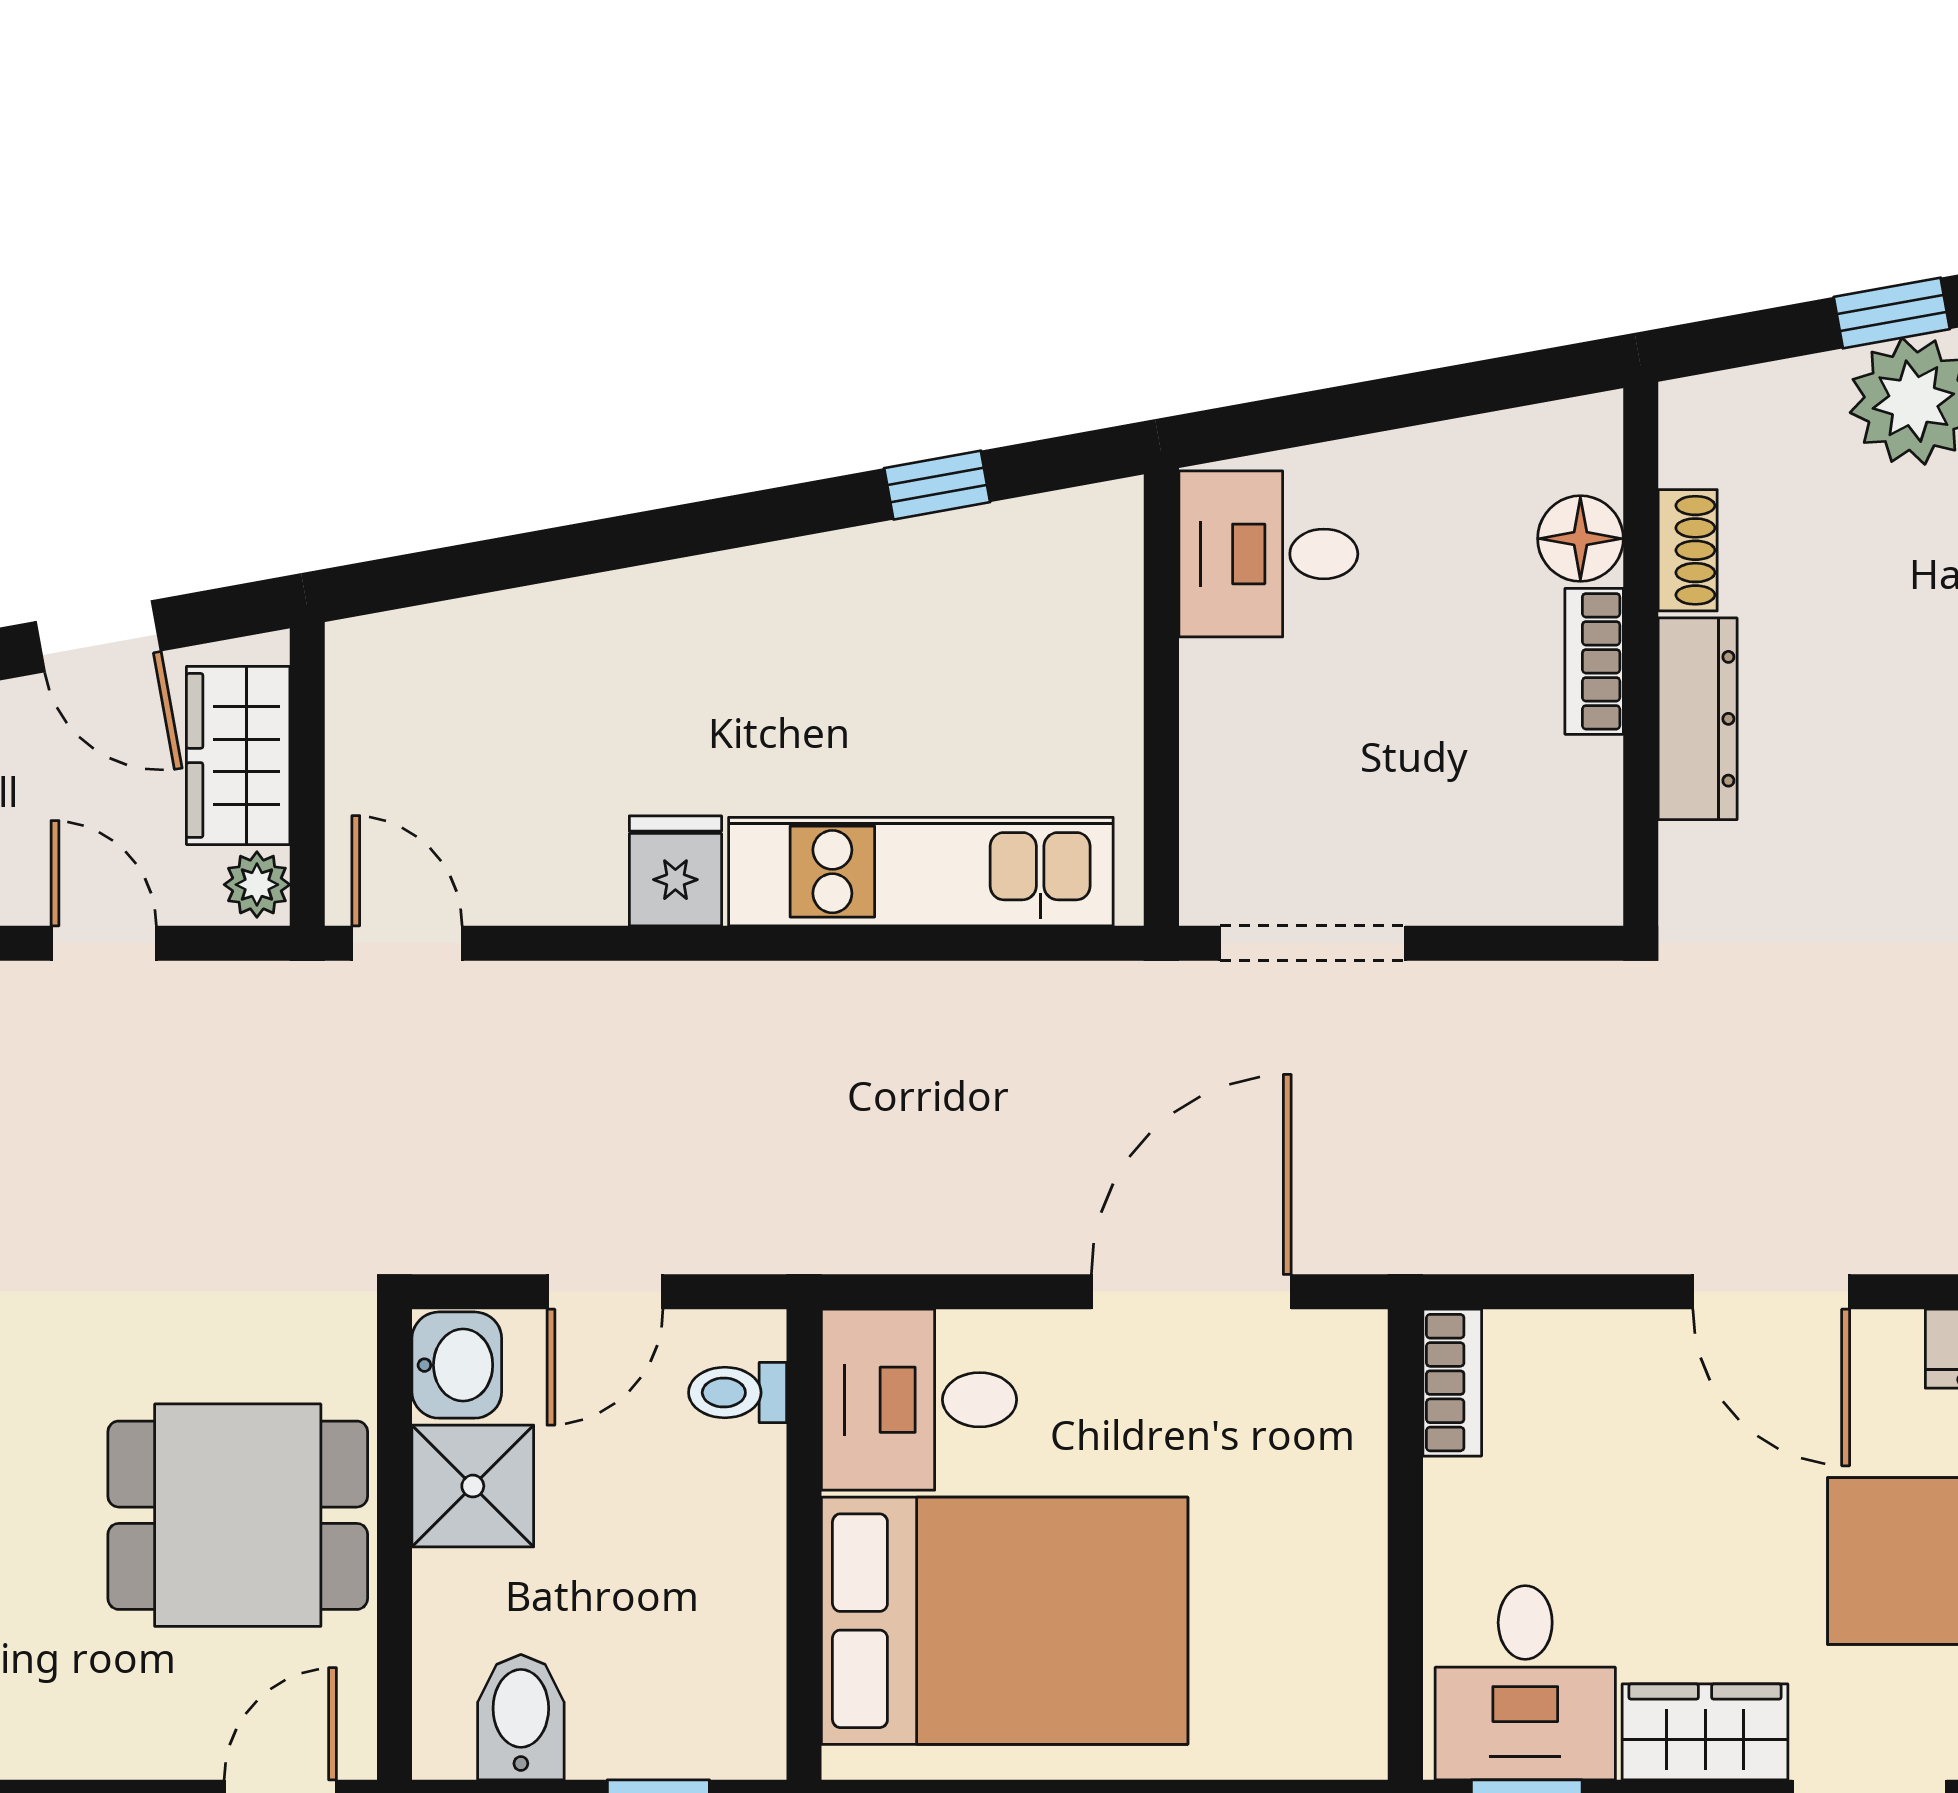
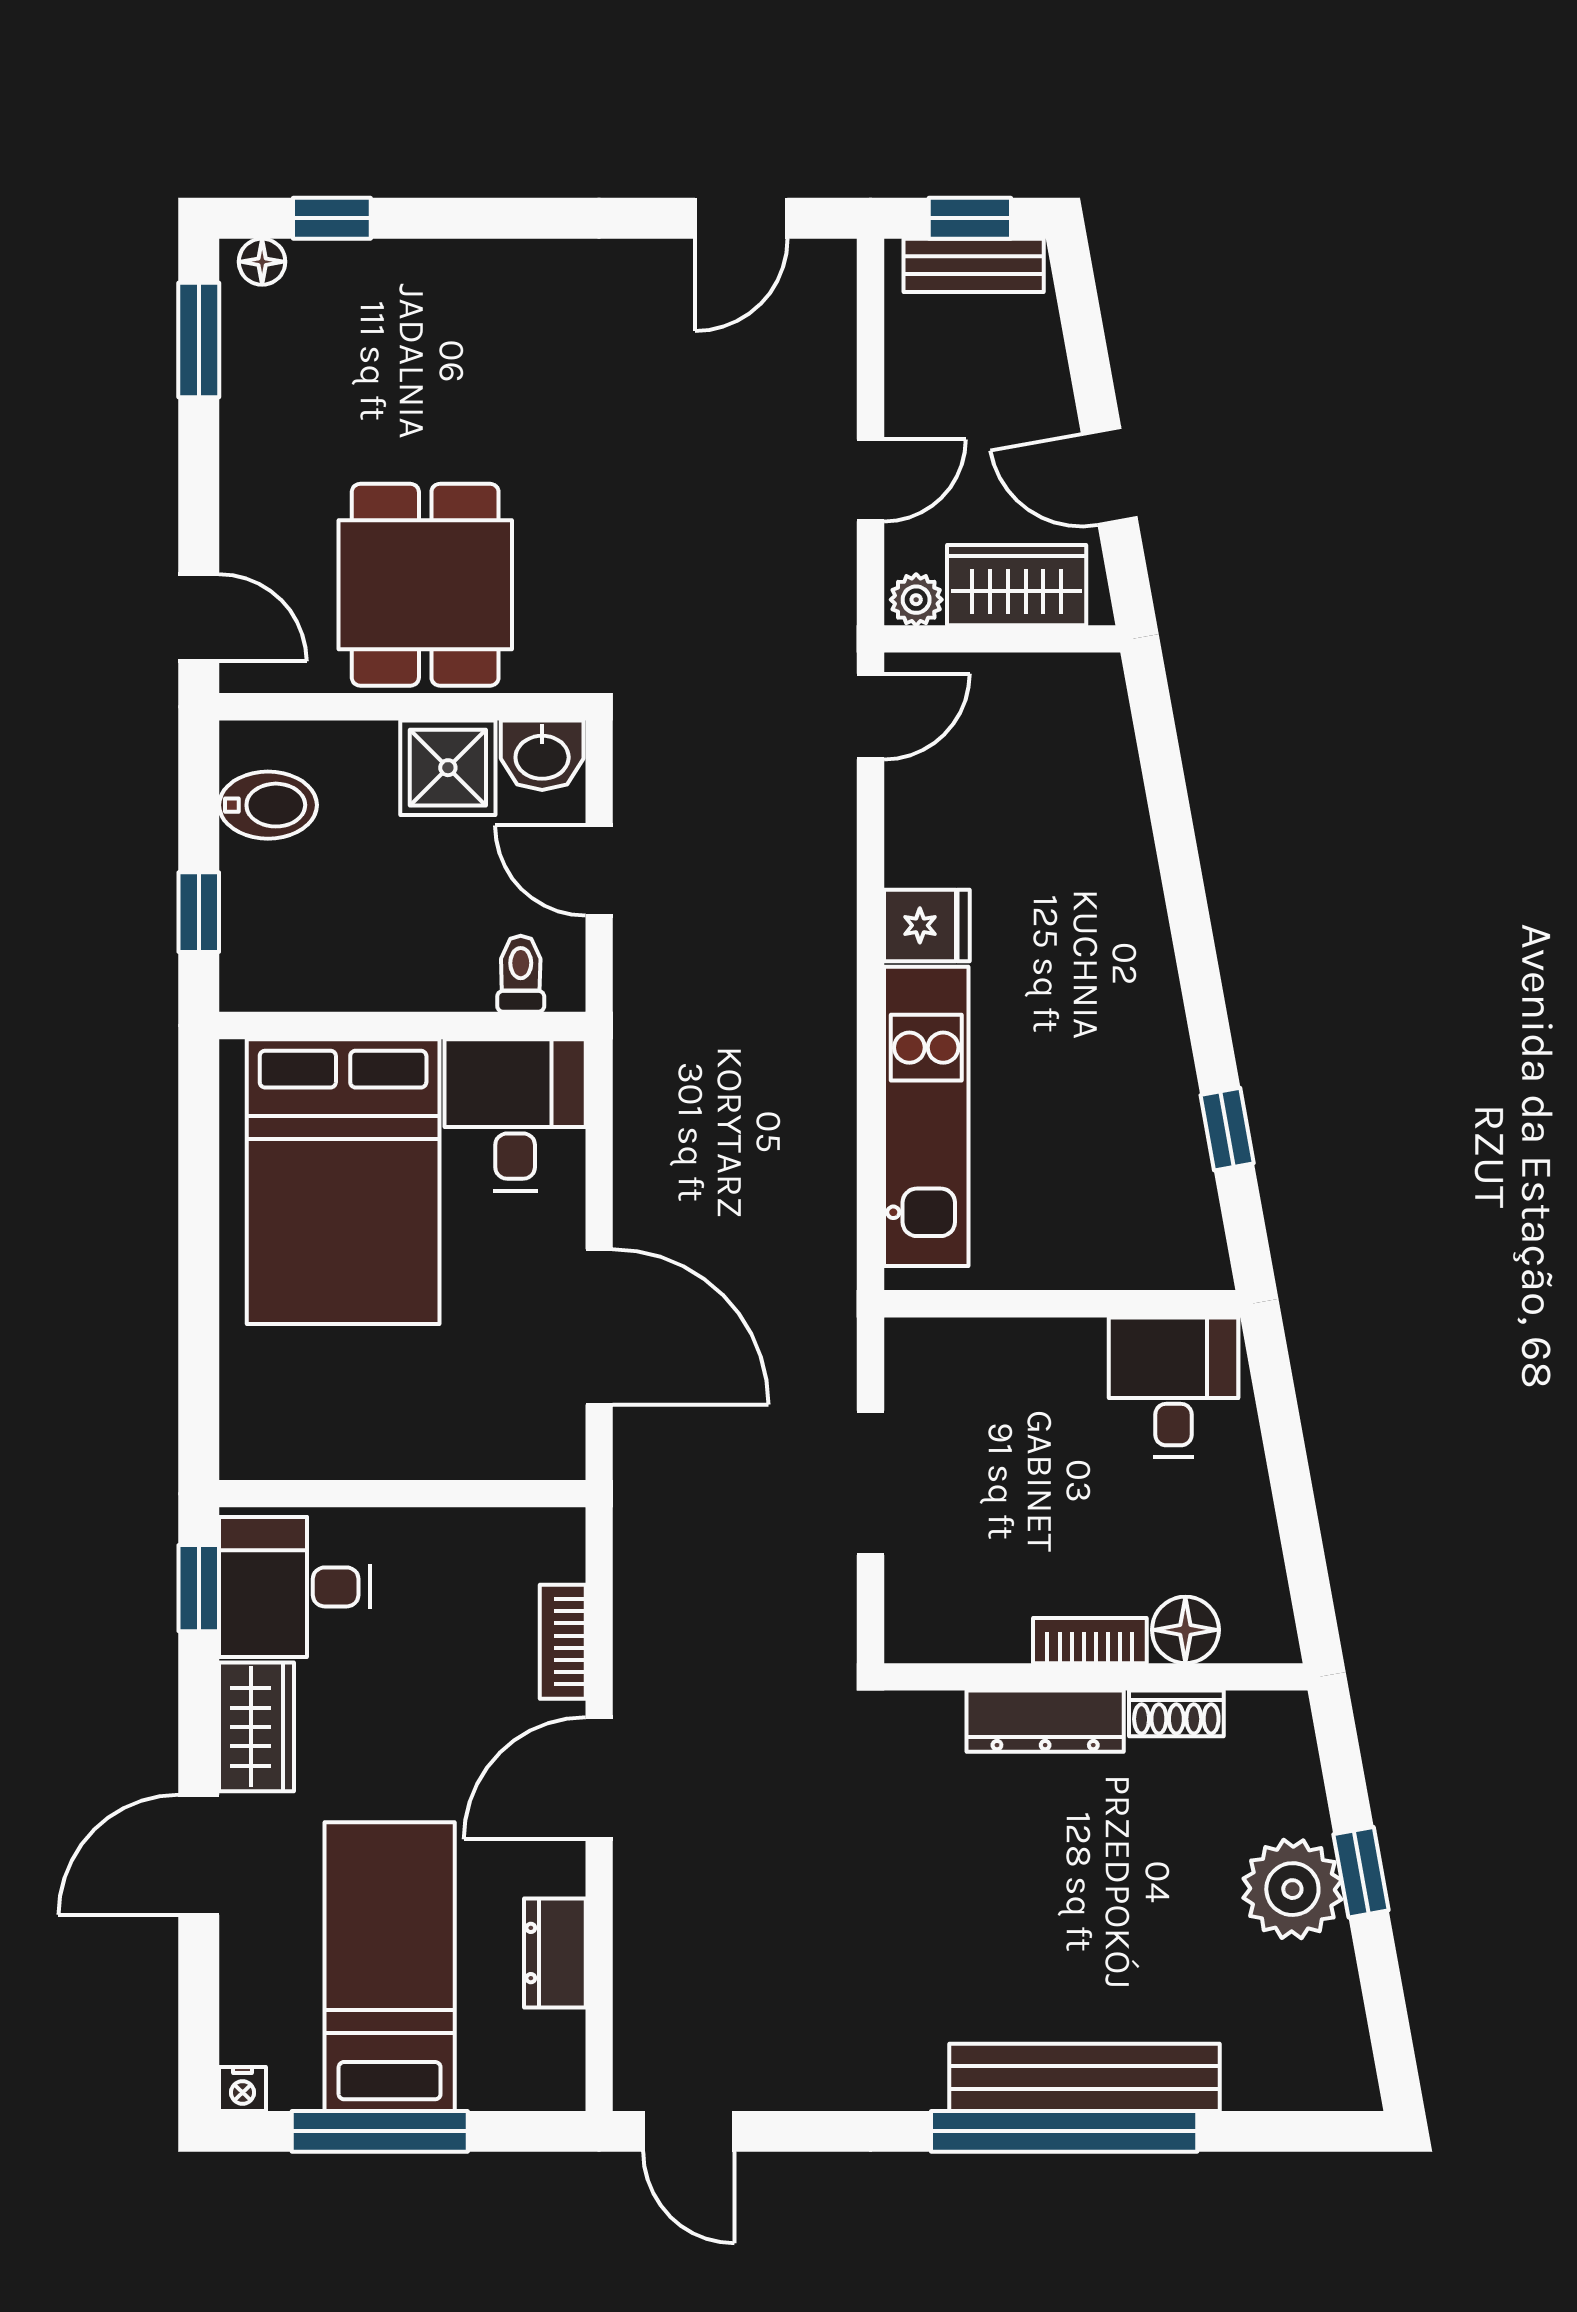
door: (98, 636) -> (1109, 476), hinge flipped
doorway: (1312, 943) -> (870, 1483), moved
bookcase: (1452, 1383) -> (563, 1642), moved, turned 90

